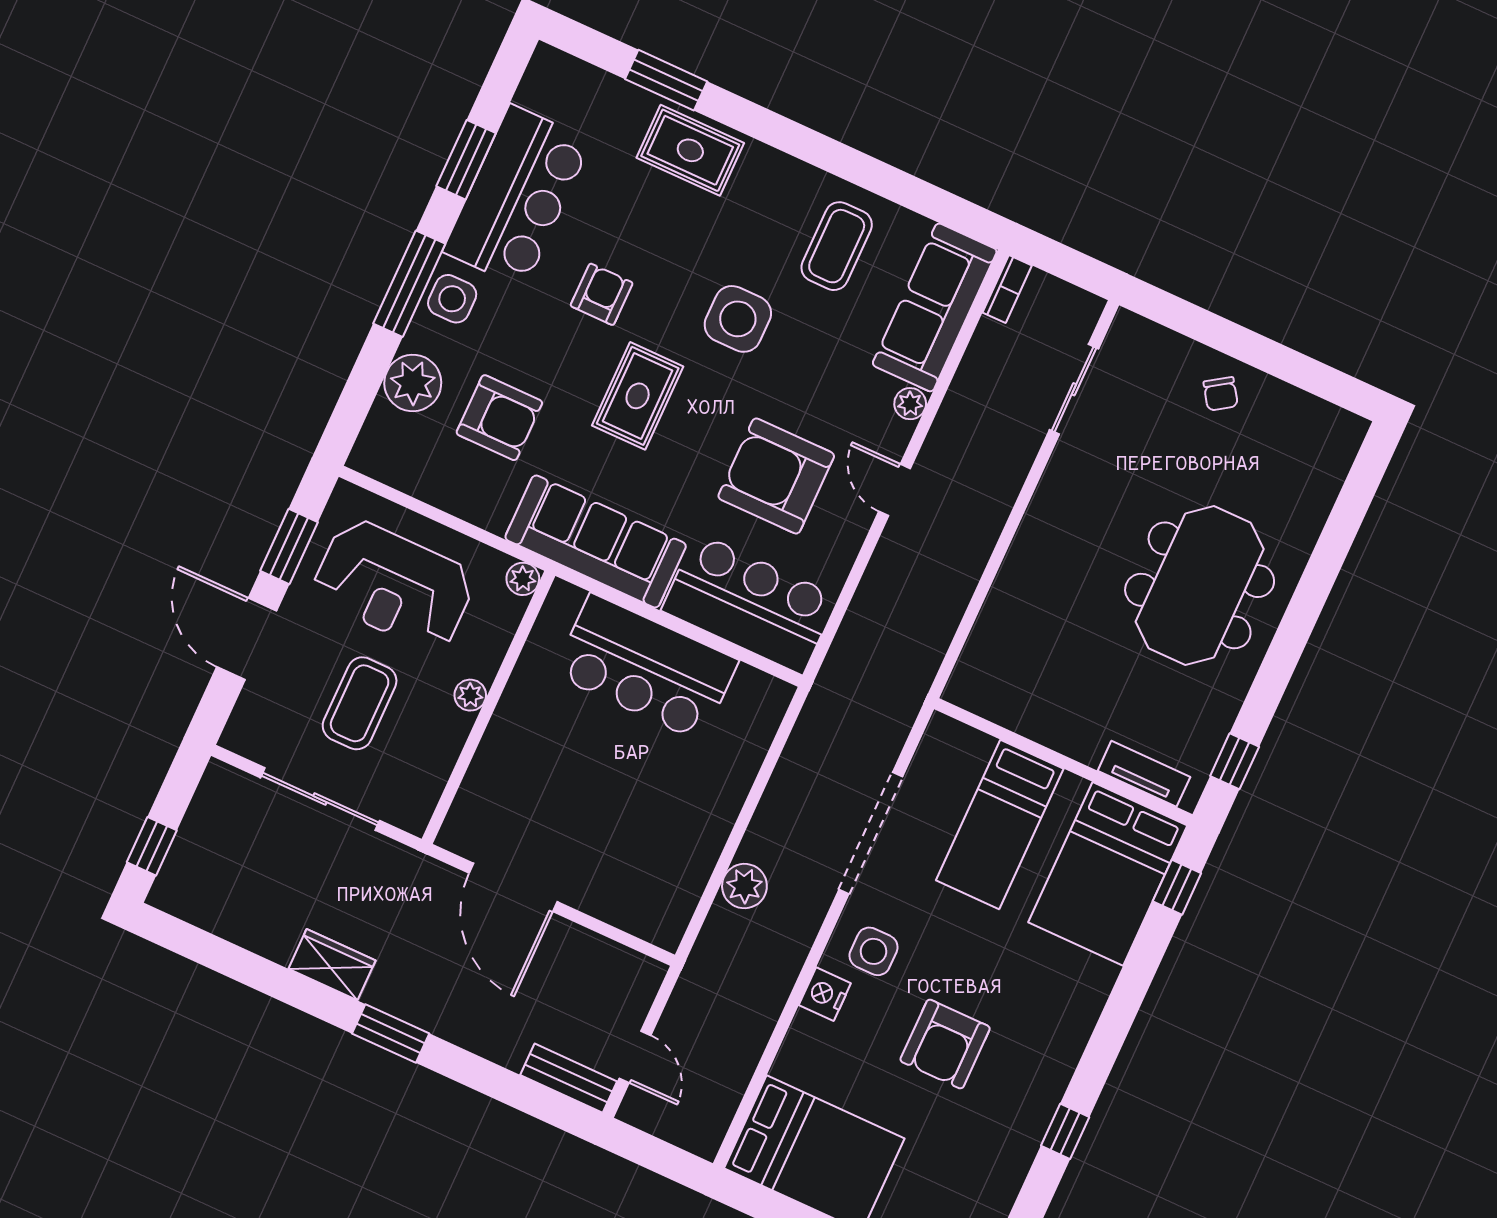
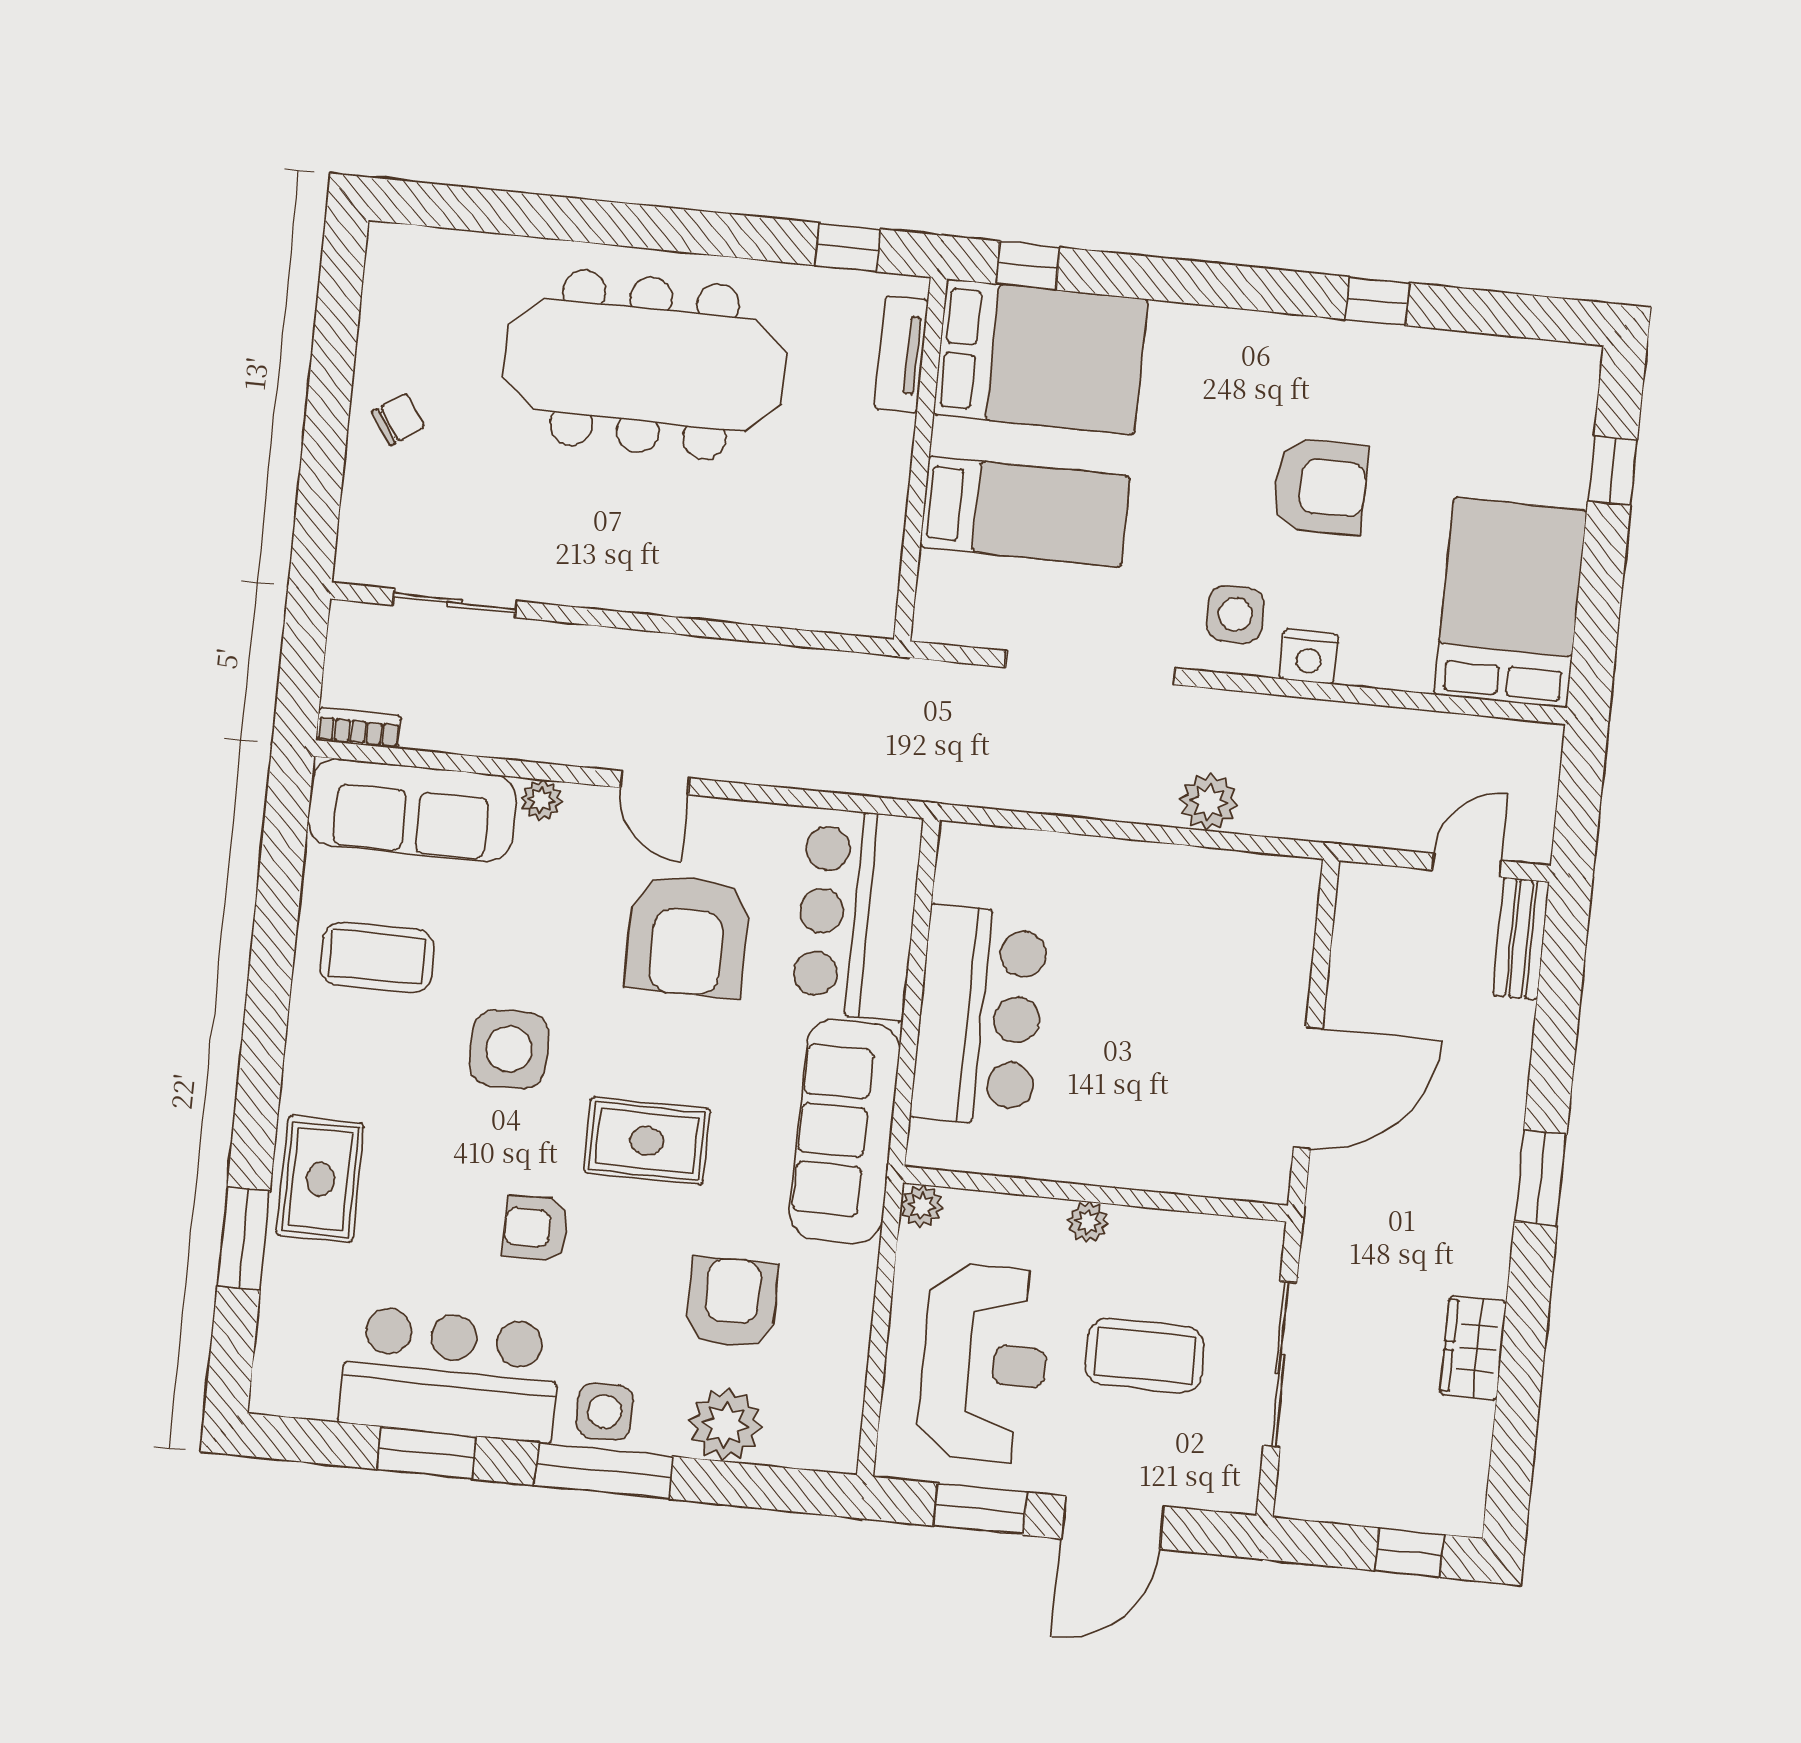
door: (895, 490) -> (655, 783), hinge flipped
meeting table: (1200, 585) -> (645, 365), width x1.36
wardrobe: (332, 965) -> (1473, 1348), moved

